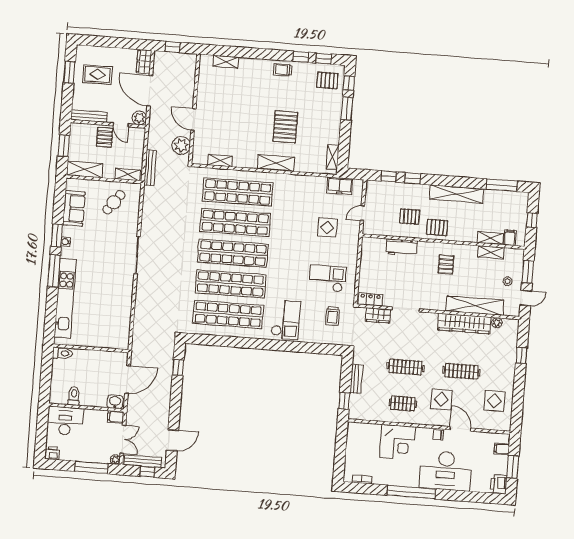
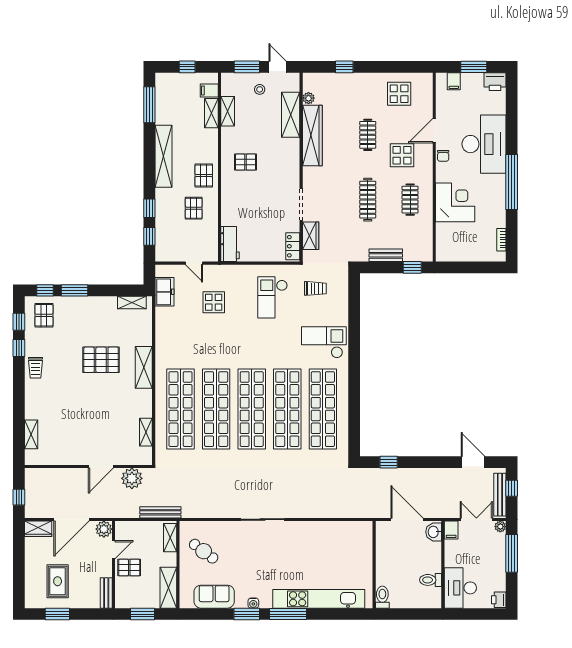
bench: (89, 116) -> (106, 593), width x0.73
workbench: (402, 247) -> (230, 244), moved
shelving: (475, 306) -> (291, 115), width x0.68
clothes rail: (461, 371) -> (368, 135), width x0.73

